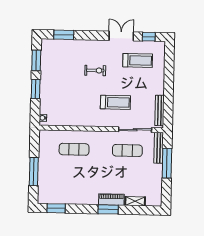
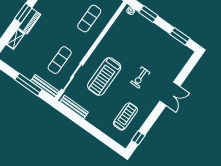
window: (64, 35) -> (185, 72), removed
double door: (121, 36) -> (170, 94), moved
treadmill: (138, 60) -> (125, 117), turned 180
window: (36, 89) -> (148, 14), moved
treadmill: (115, 102) -> (104, 76), width x1.37, depth x1.38

